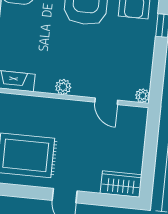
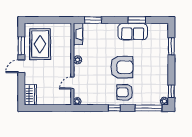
window: (25, 192) -> (21, 46), added

